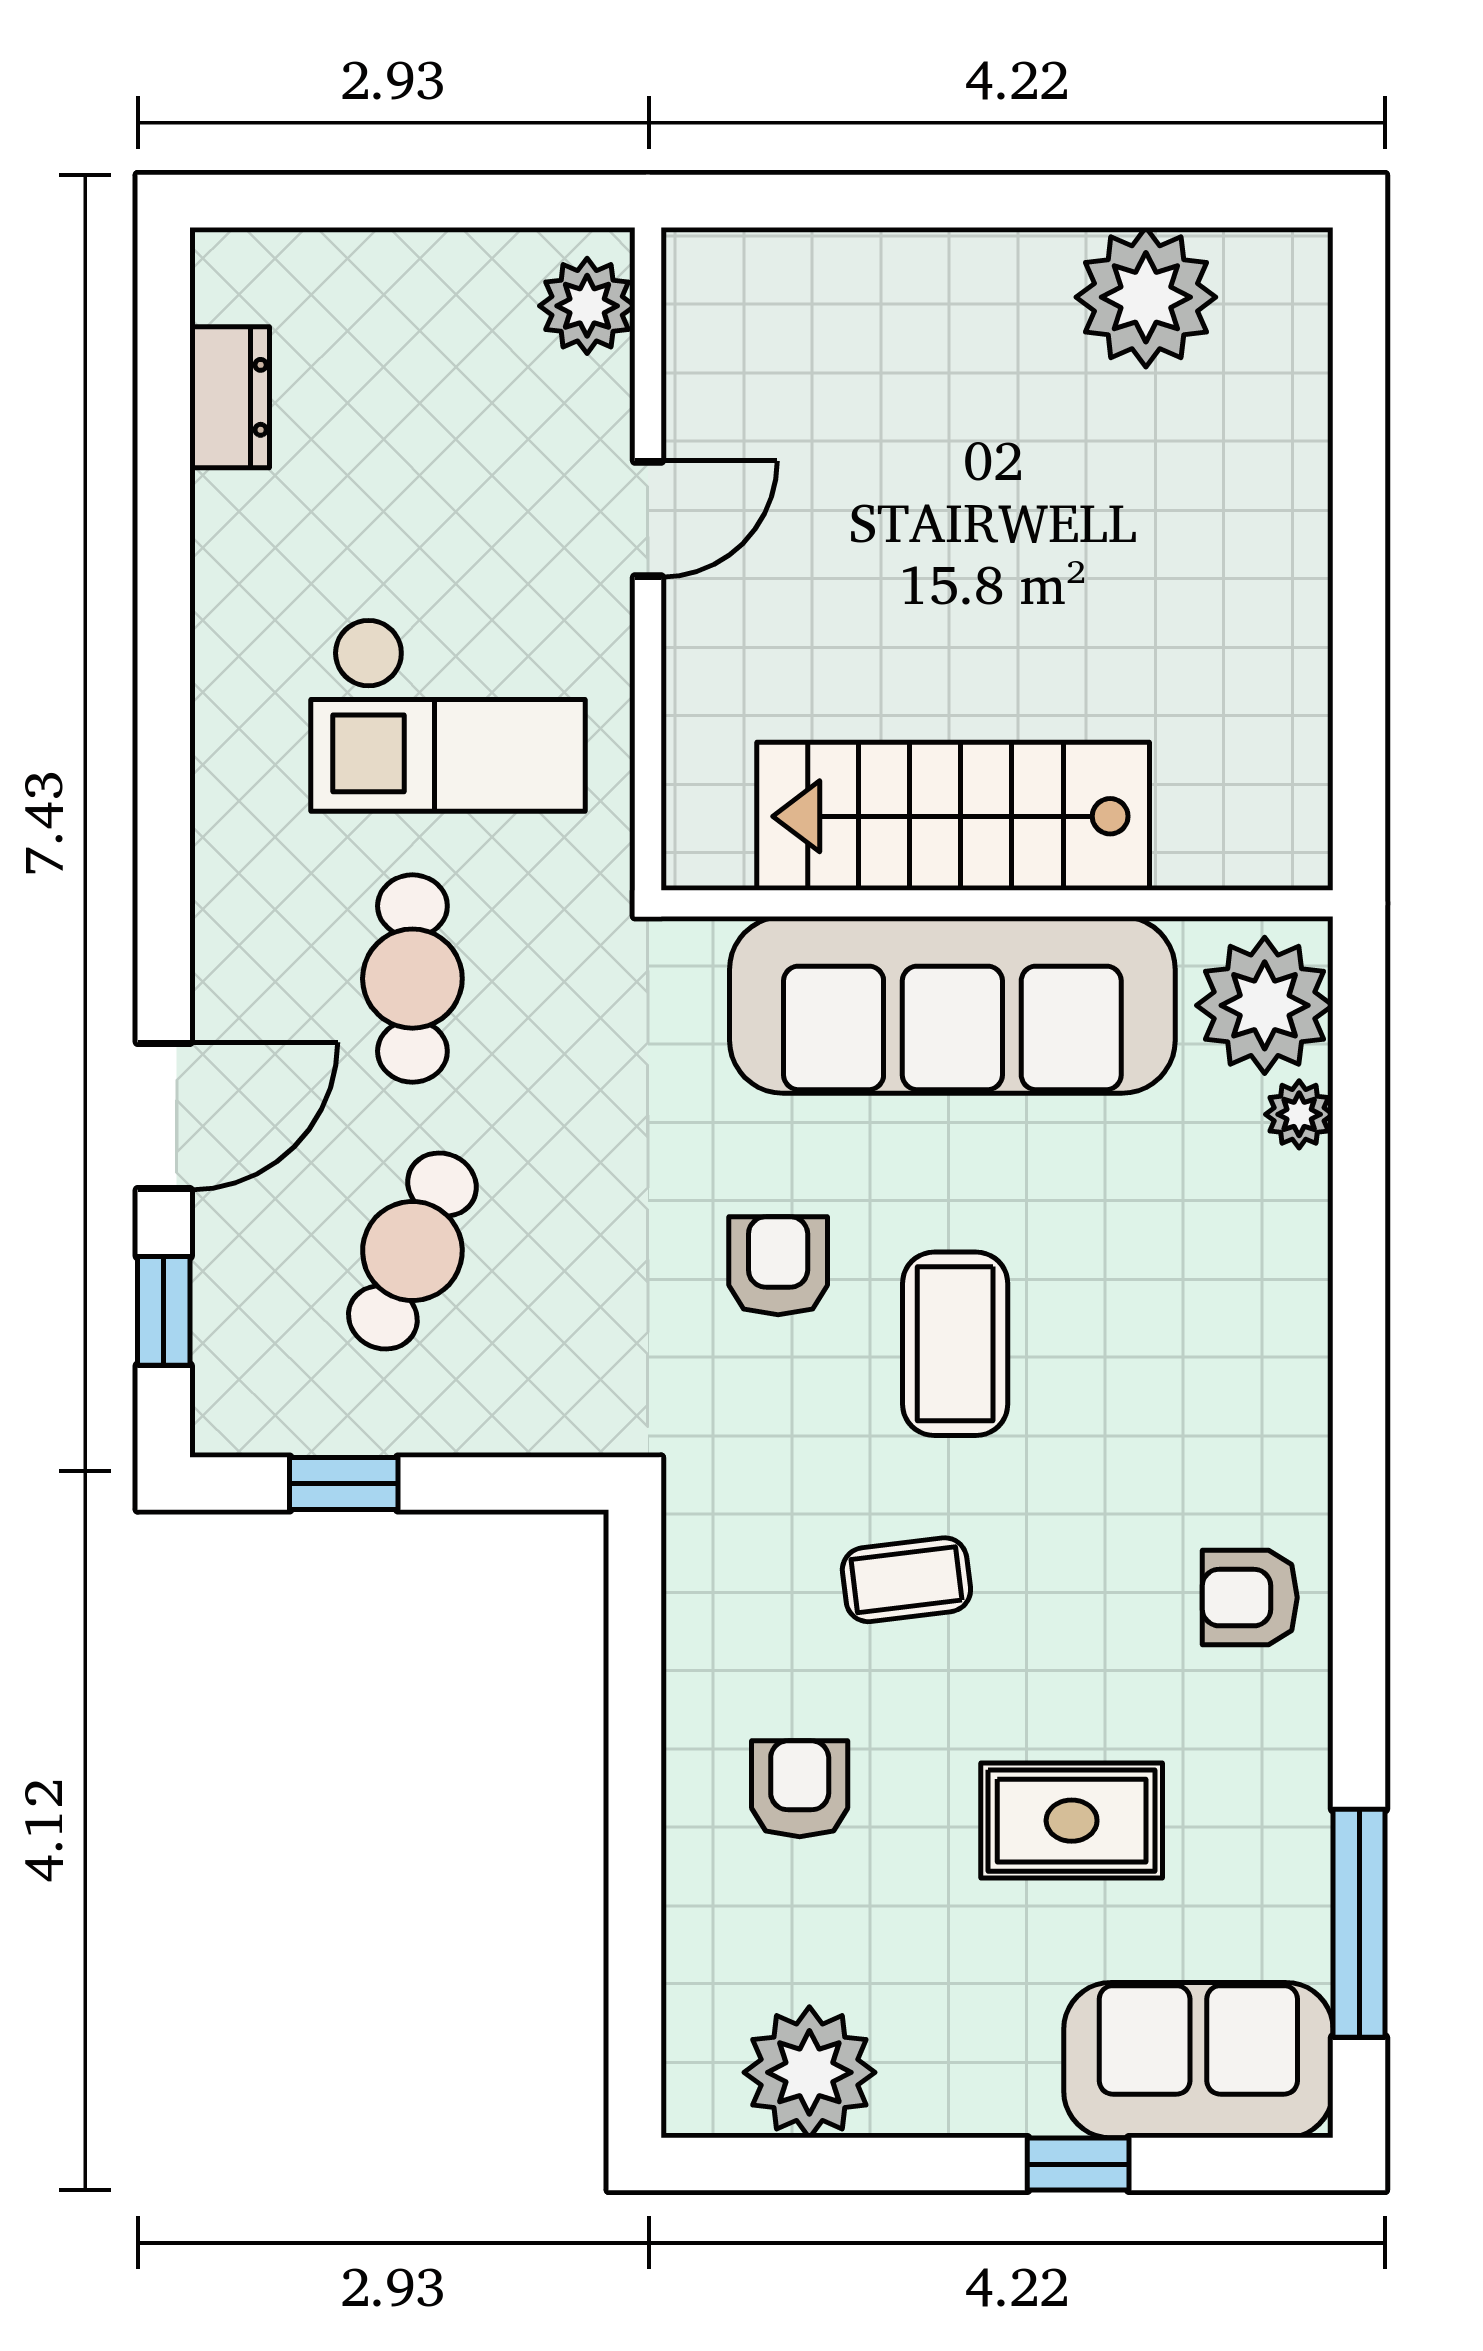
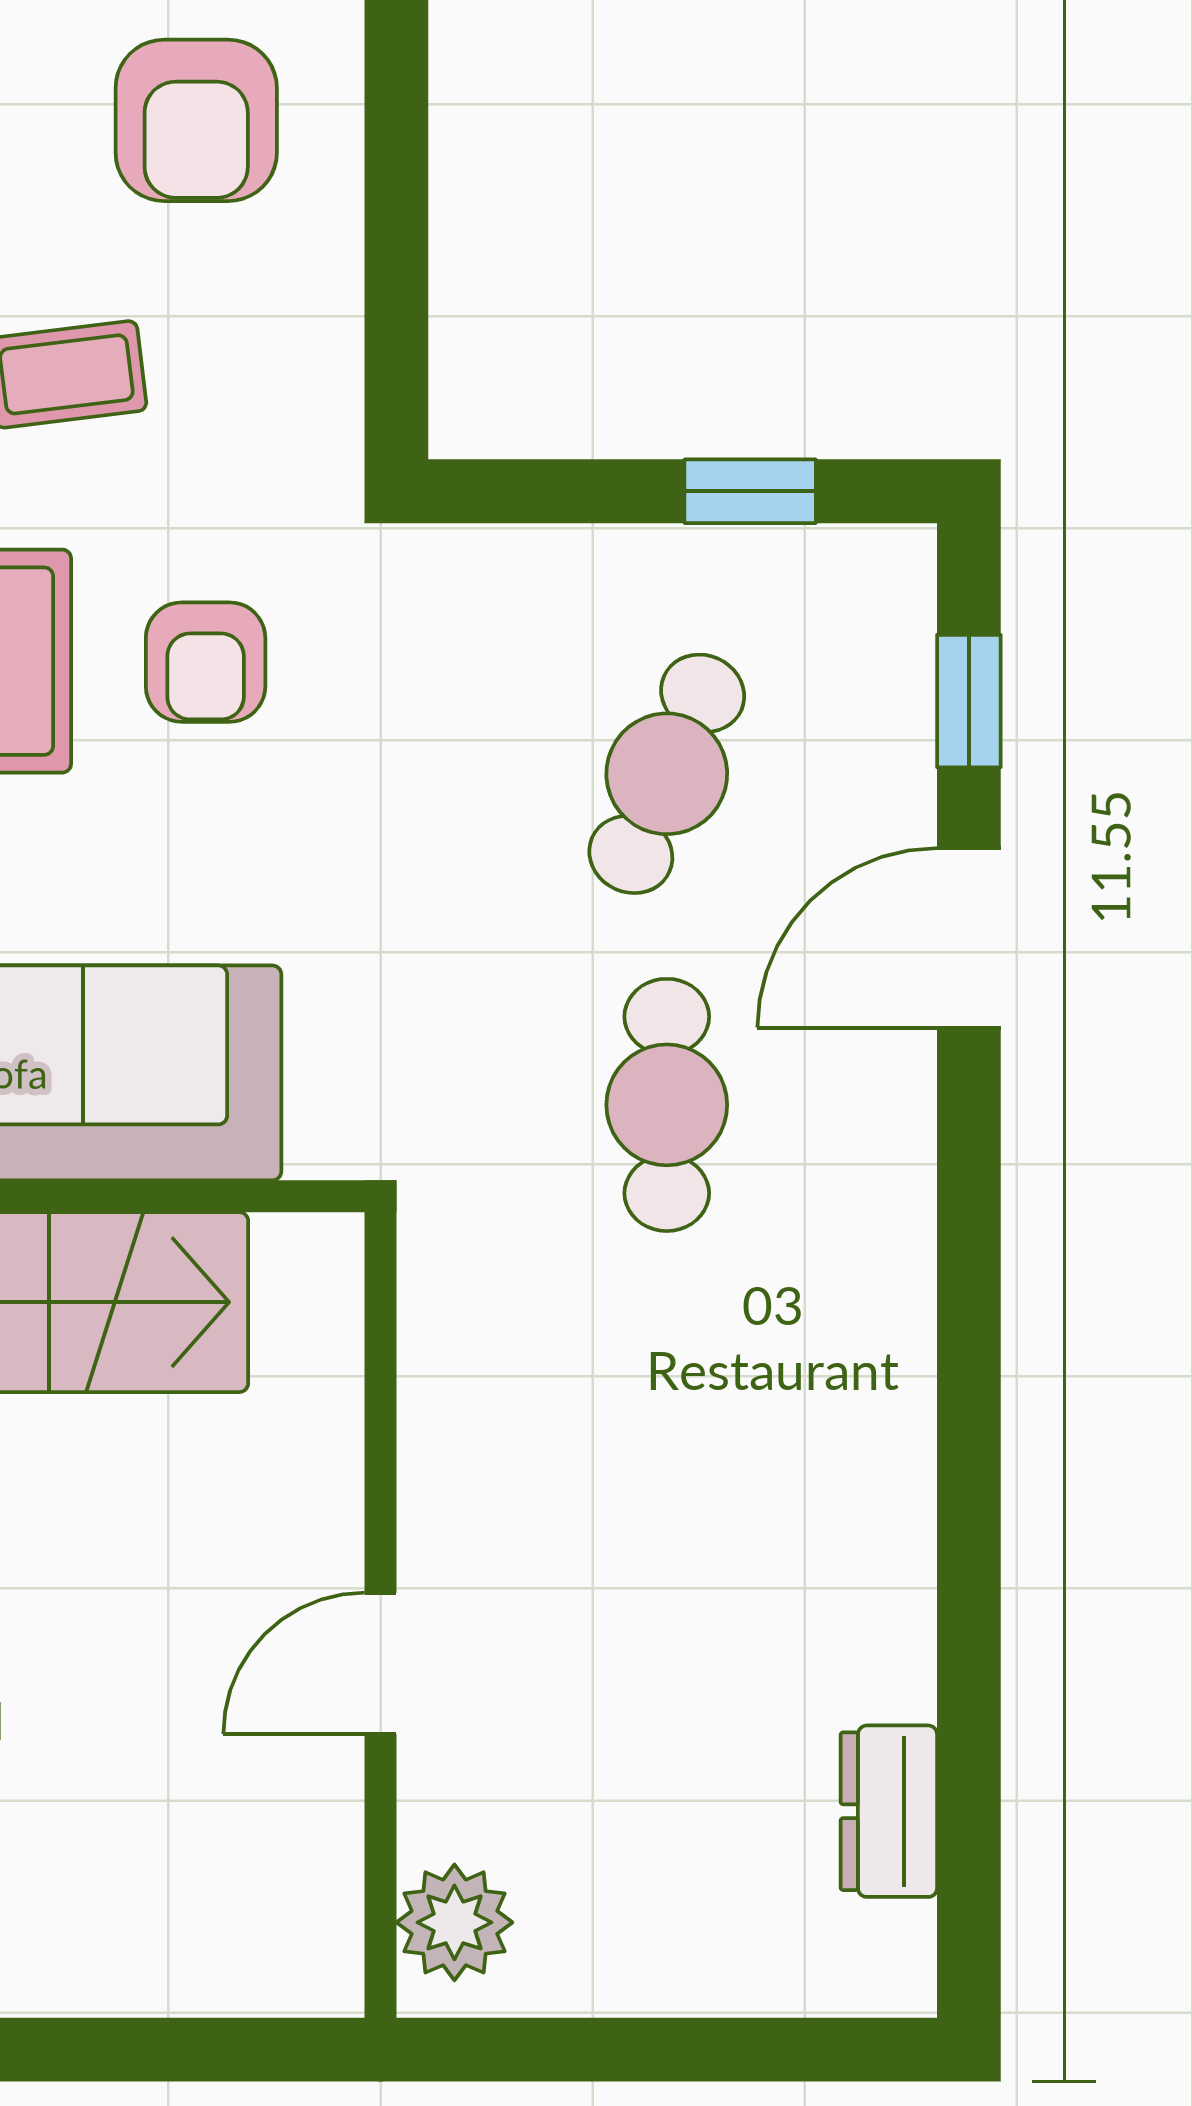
checkout: (448, 715) -> (623, 1425), removed
armchair: (778, 1266) -> (206, 662), moved
armchair: (800, 1789) -> (196, 120), width x1.38, depth x1.38

